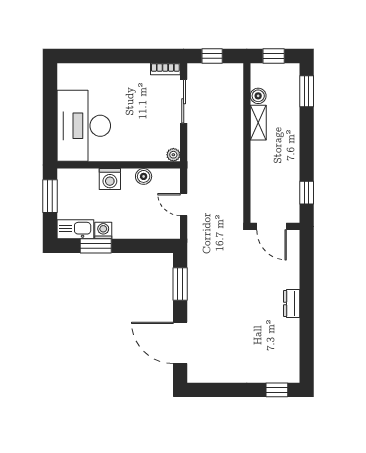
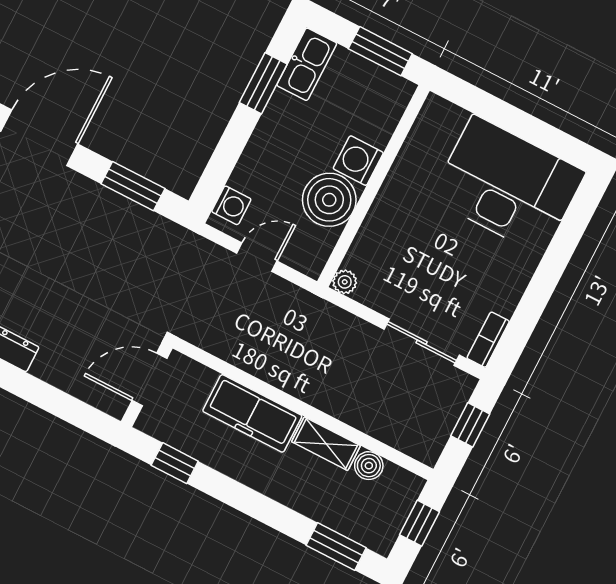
desk: (84, 126) -> (508, 185), moved
freezer: (262, 167) -> (252, 413), added
boiler: (144, 176) -> (329, 200), width x1.86, depth x1.86
washing machine: (103, 230) -> (231, 205), moved

